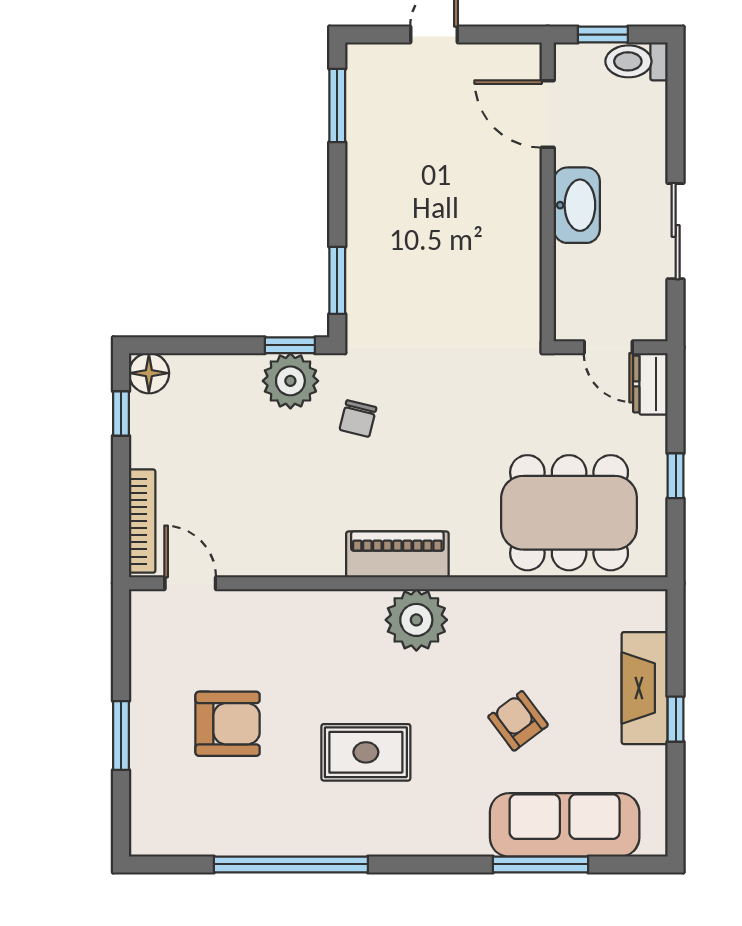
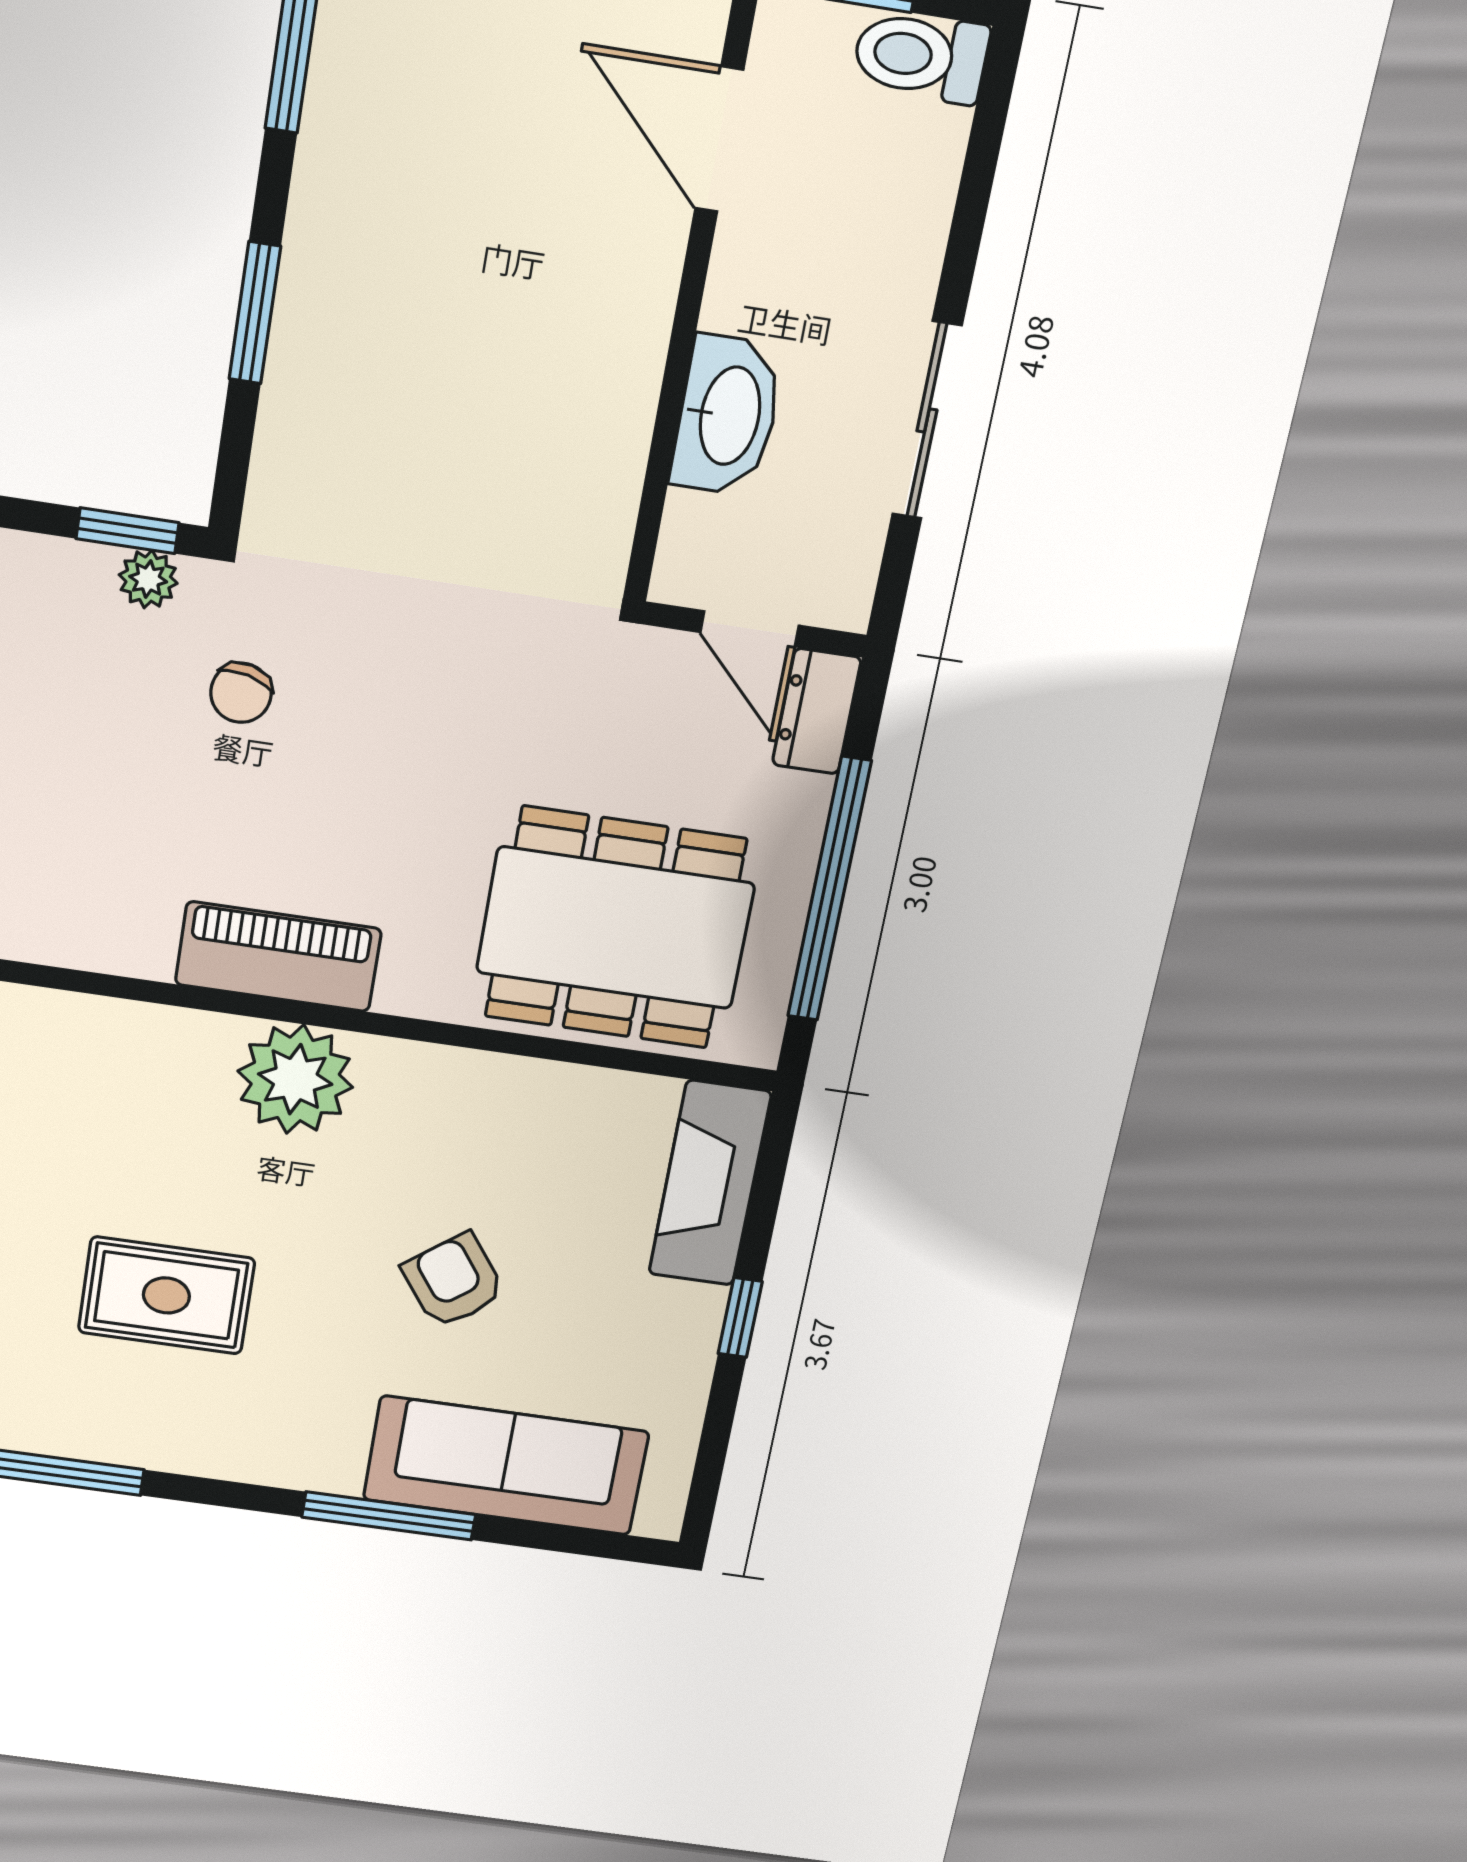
washbasin: (577, 205) -> (727, 415), moved
window: (337, 280) -> (255, 313), moved
plant: (290, 381) -> (148, 579), width x0.53, depth x0.53
window: (676, 476) -> (829, 890), width x3.17
fireplace: (645, 688) -> (710, 1183), moved
window: (540, 864) -> (389, 1516), moved

